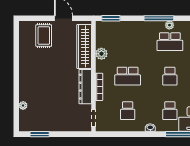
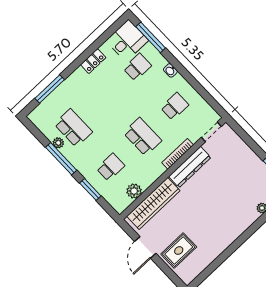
window: (111, 18) -> (90, 190), moved
plant: (101, 54) -> (134, 191), moved
school desk: (170, 76) -> (111, 167), moved

